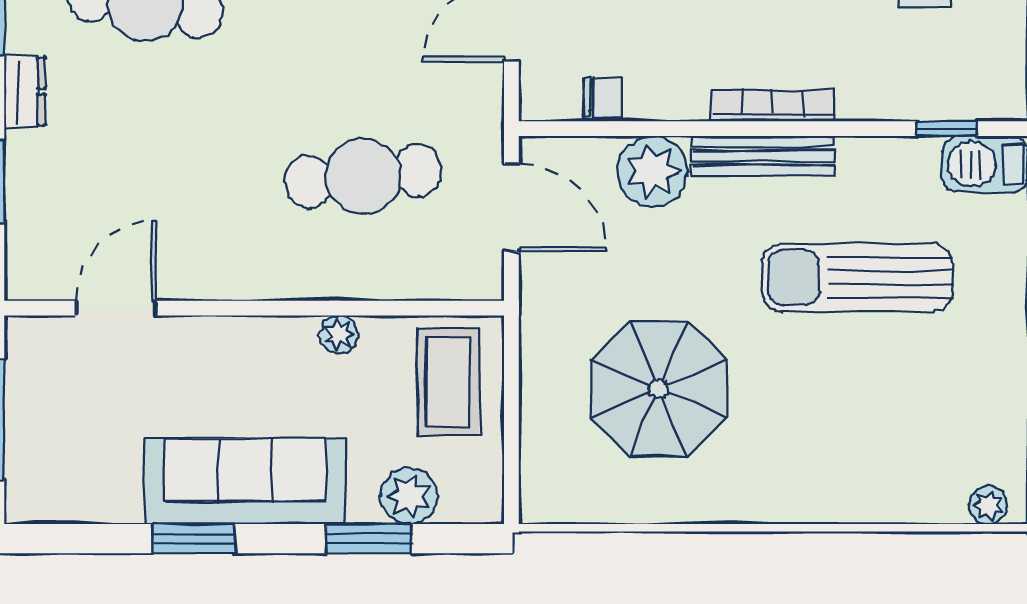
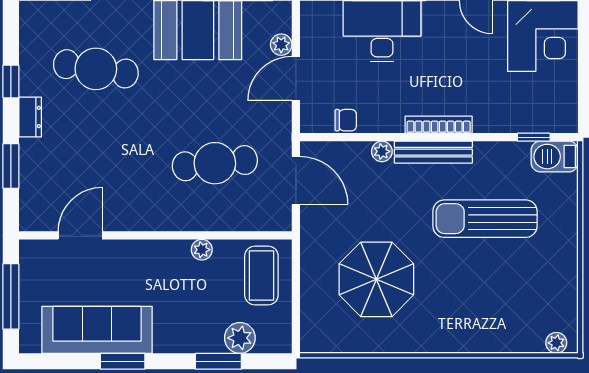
plant: (652, 171) -> (382, 151), width x0.53, depth x0.53
sofa: (245, 481) -> (97, 330), moved

